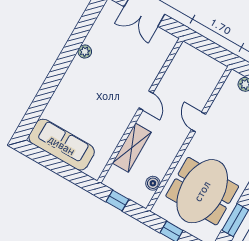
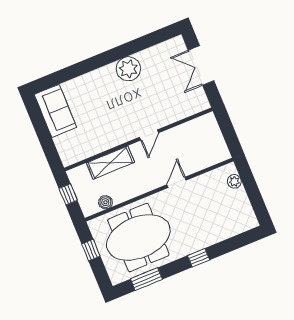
plant: (85, 51) -> (128, 69), width x1.88, depth x1.88
sofa: (62, 145) -> (55, 111), width x0.73

